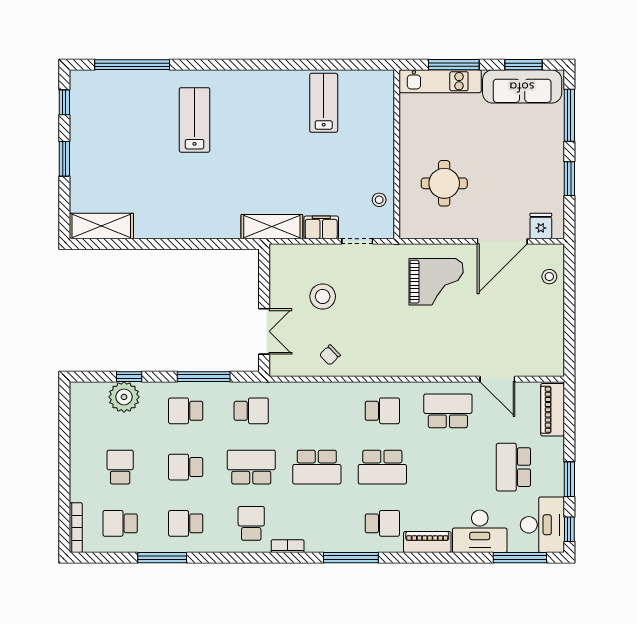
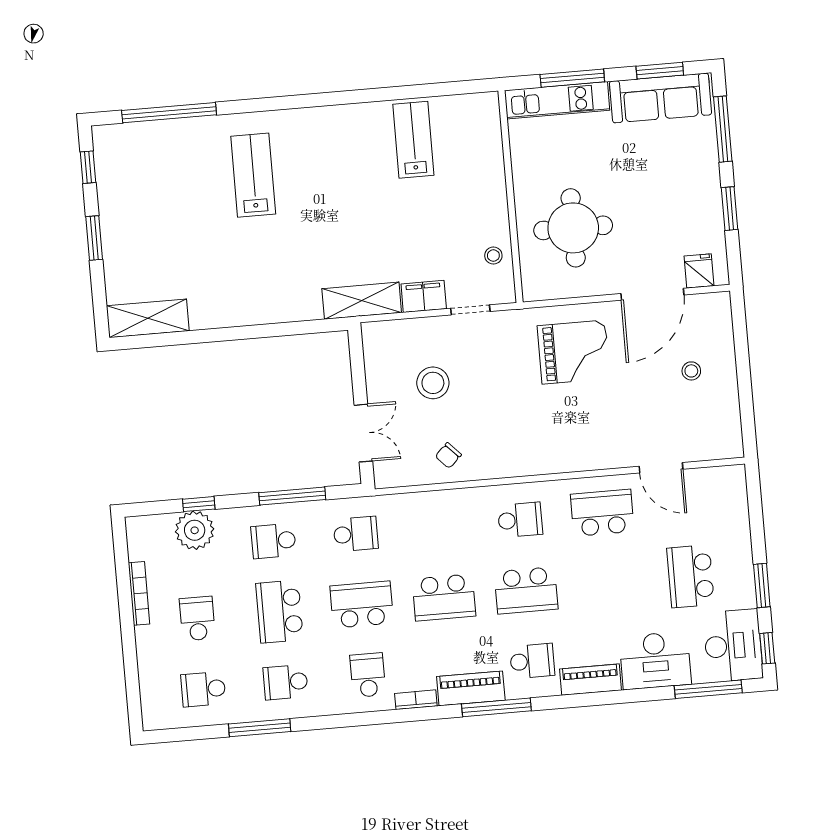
round table: (444, 183) -> (573, 228), width x1.36, depth x1.36
stool: (549, 277) -> (691, 371), moved
piano: (553, 410) -> (471, 688), moved, turned 90
school desk: (186, 467) -> (279, 612), width x1.85
bookcase: (76, 528) -> (139, 593), moved

